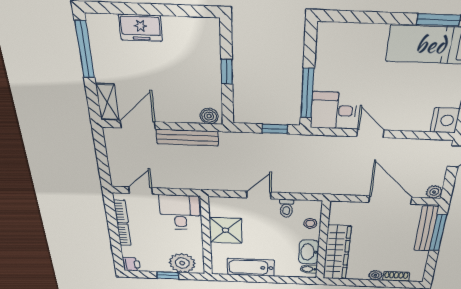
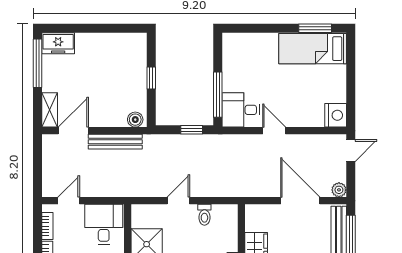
freezer: (141, 28) -> (58, 43), moved
stool: (310, 223) -> (228, 232), removed

